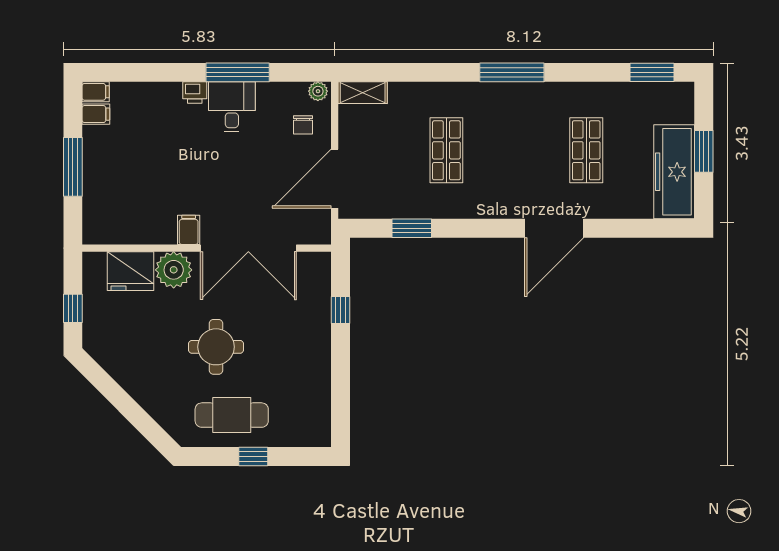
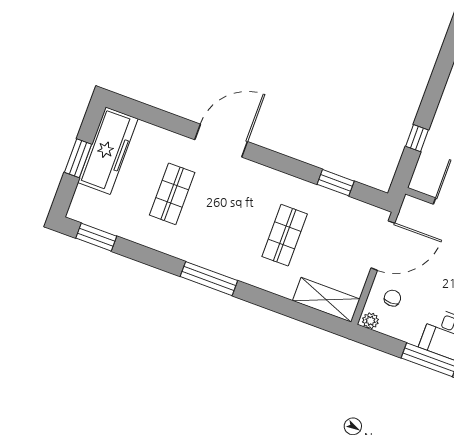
shelving: (363, 93) -> (326, 300), width x1.50, depth x1.33

